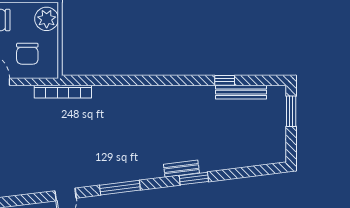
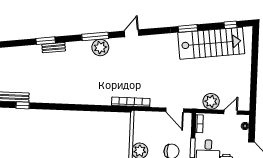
chair: (27, 54) -> (153, 128), removed
plant: (112, 171) -> (100, 47), added

